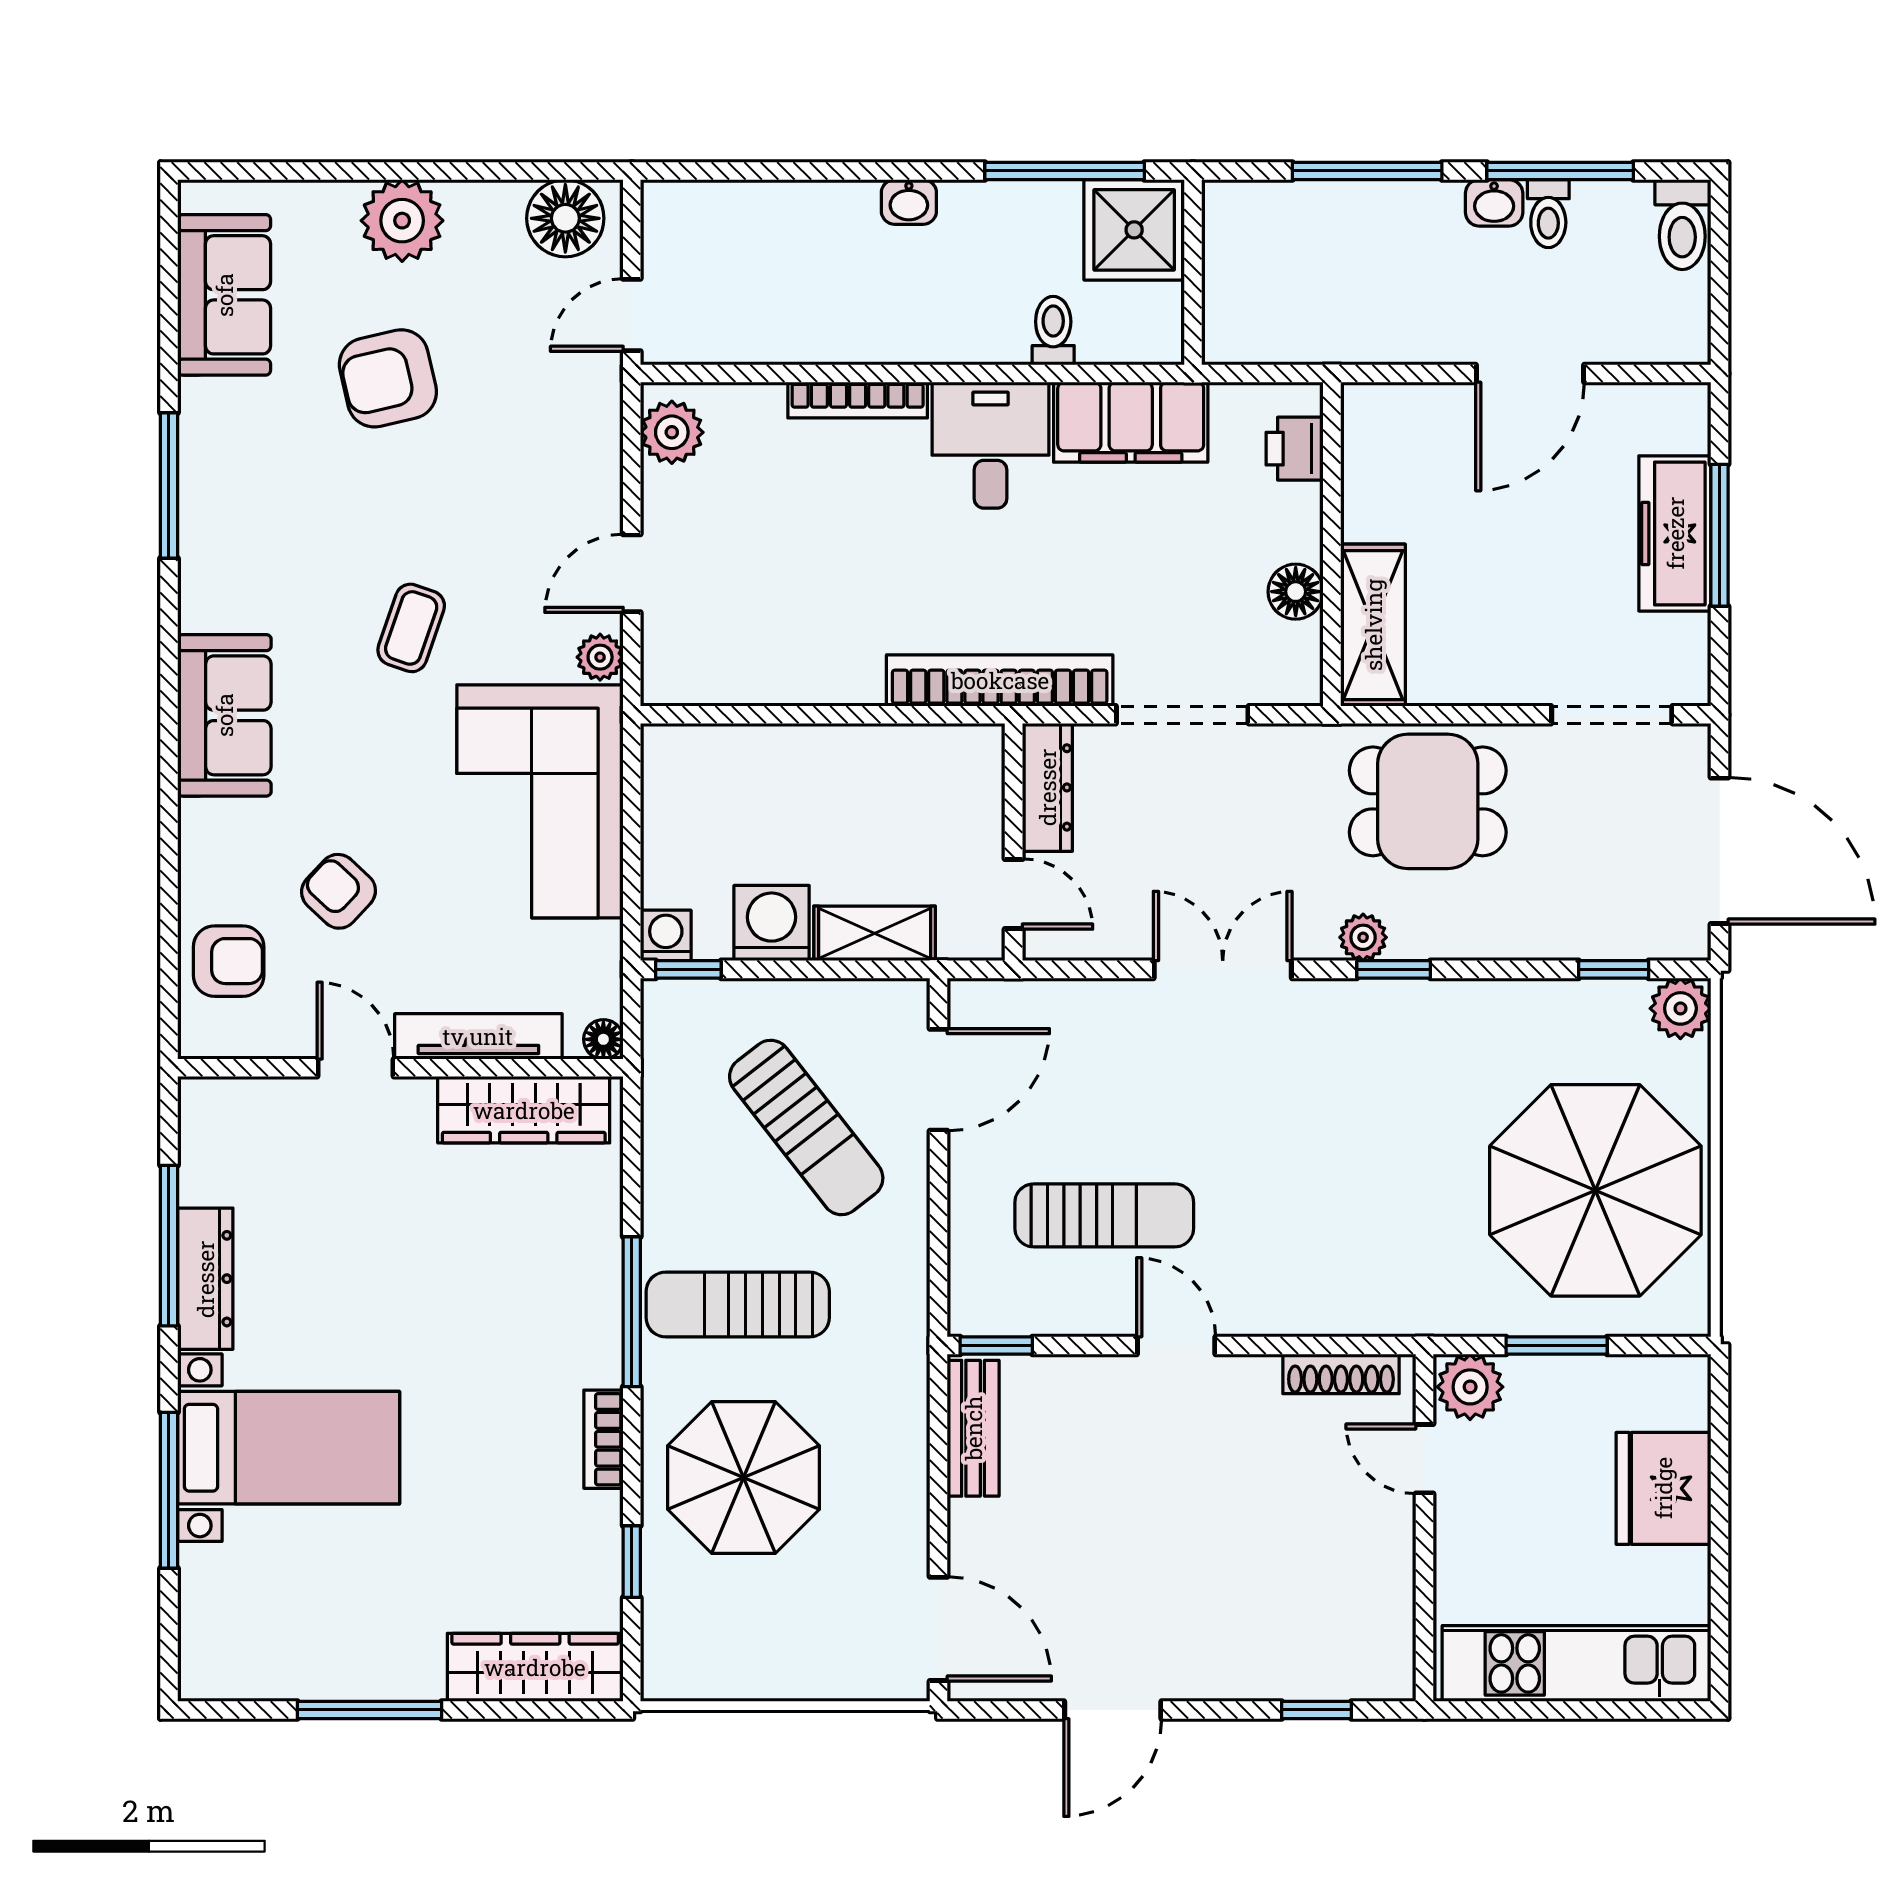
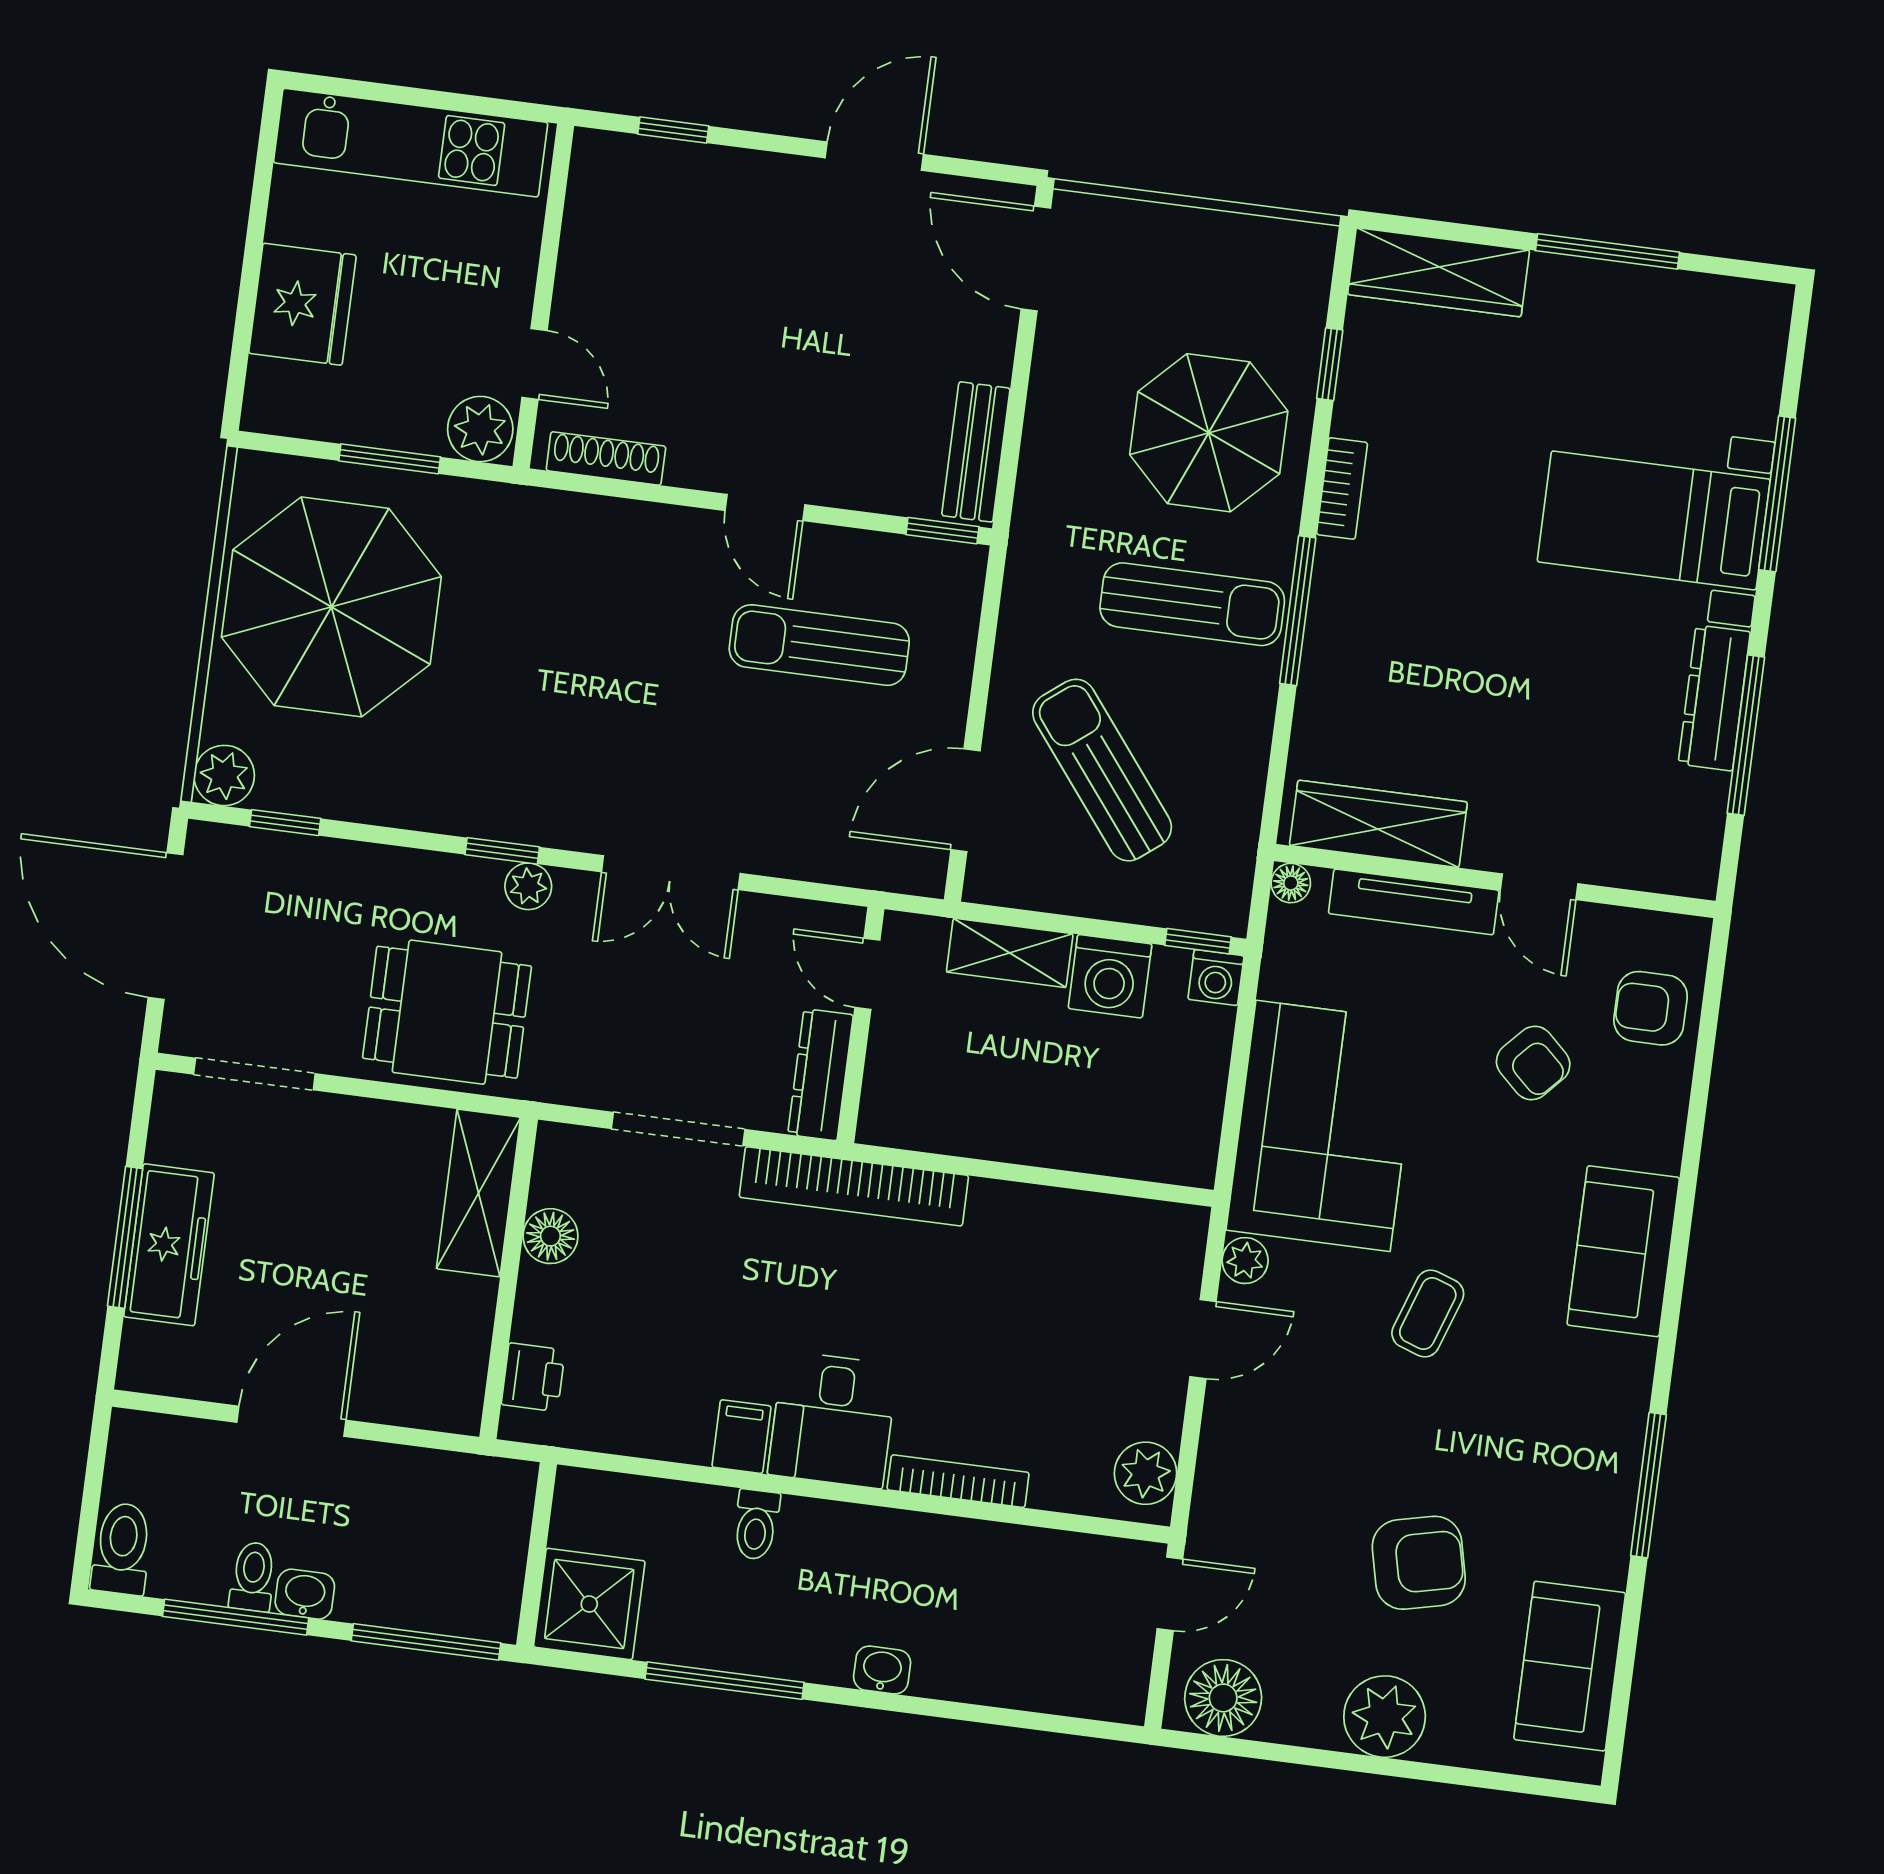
shower: (1134, 230) -> (589, 1604), moved
wall: (1193, 272) -> (537, 1555), moved
filing cabinet: (1131, 422) -> (741, 1437), width x0.33, depth x0.86

